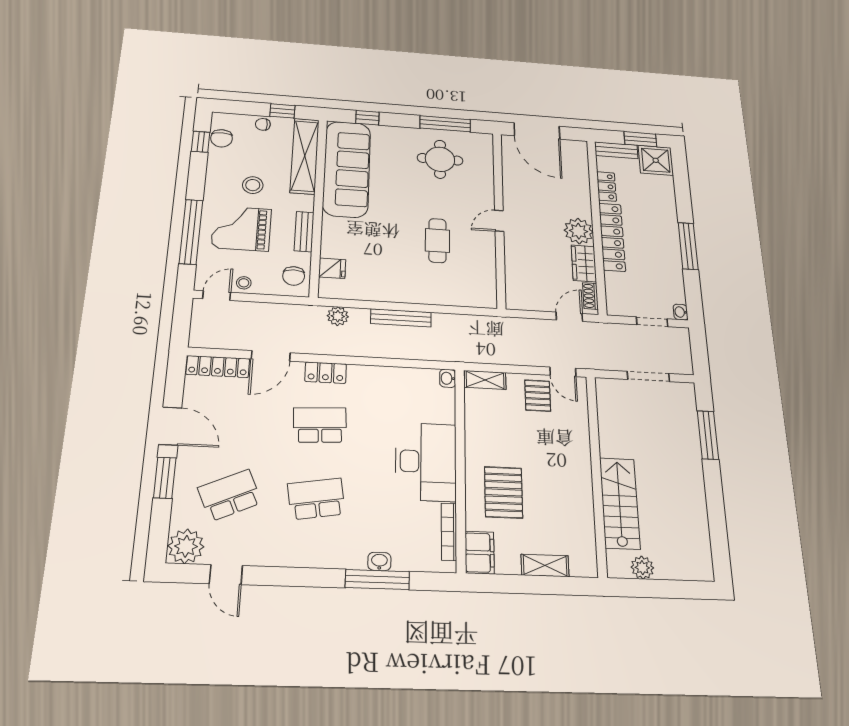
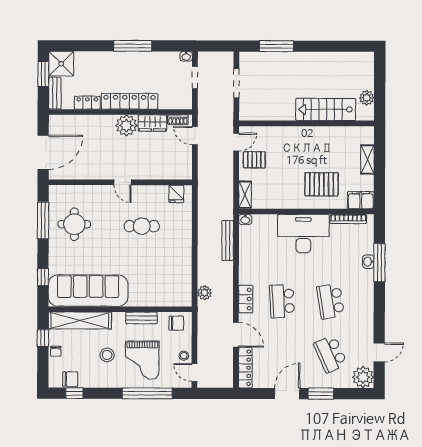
fridge: (332, 268) -> (176, 194), moved, turned 180
bench: (401, 318) -> (228, 240), moved

